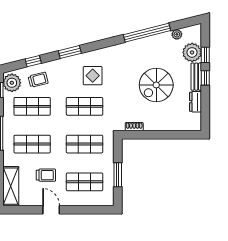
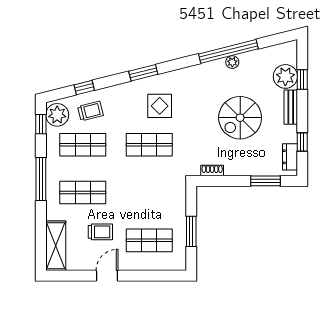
plant: (177, 34) -> (232, 62), moved
window: (70, 52) -> (143, 73), moved
window: (205, 78) -> (302, 142), moved
dresser: (196, 102) -> (290, 157), moved
window: (176, 135) -> (266, 181), added
shop shelf: (85, 144) -> (149, 193), removed
door: (51, 210) -> (107, 276), hinge flipped

